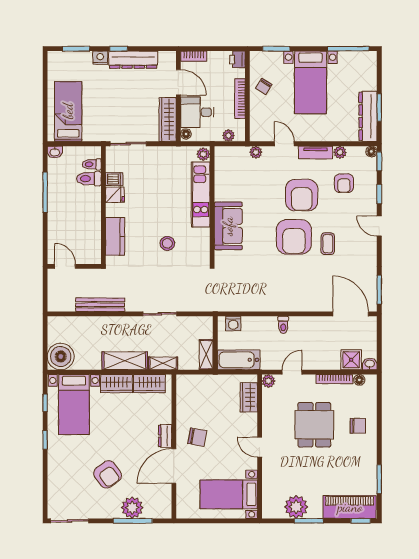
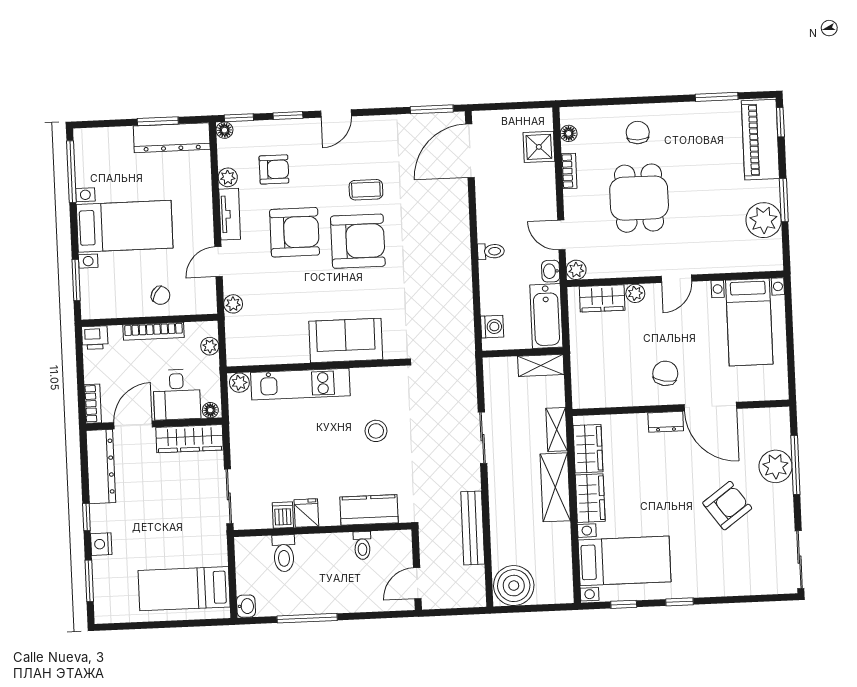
dresser: (133, 60) -> (101, 467), moved
chair: (264, 86) -> (161, 295), moved
toilet: (92, 164) -> (362, 545), moved
boiler: (61, 356) -> (514, 586), moved
washbasin: (370, 364) -> (551, 271), moved
bookcase: (334, 379) -> (569, 171), width x0.64
plant: (251, 420) -> (635, 293), added
dining table: (314, 425) -> (639, 198), turned 90

